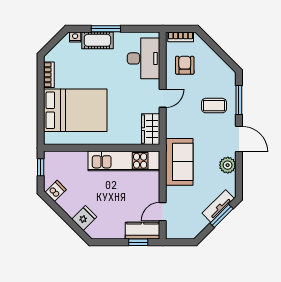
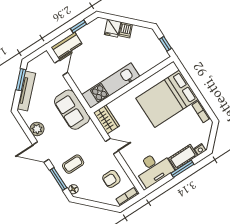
desk: (143, 58) -> (154, 169), moved, turned -90
armchair: (185, 65) -> (111, 179), turned 90
floor lamp: (230, 80) -> (73, 189), added
door: (163, 98) -> (112, 146), swing flipped
dishwasher: (56, 191) -> (126, 30), moved
tv unit: (218, 206) -> (26, 91), width x1.41
window: (222, 216) -> (21, 80), moved
window: (138, 242) -> (79, 26), moved

